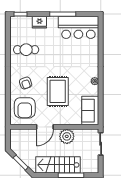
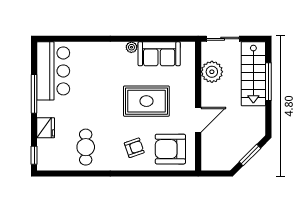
armchair: (25, 108) -> (170, 149), turned 180
sofa: (90, 111) -> (159, 54), moved
door: (45, 127) -> (198, 120), hinge flipped
plant: (67, 136) -> (212, 72), moved
stairs: (58, 165) -> (253, 74), moved

